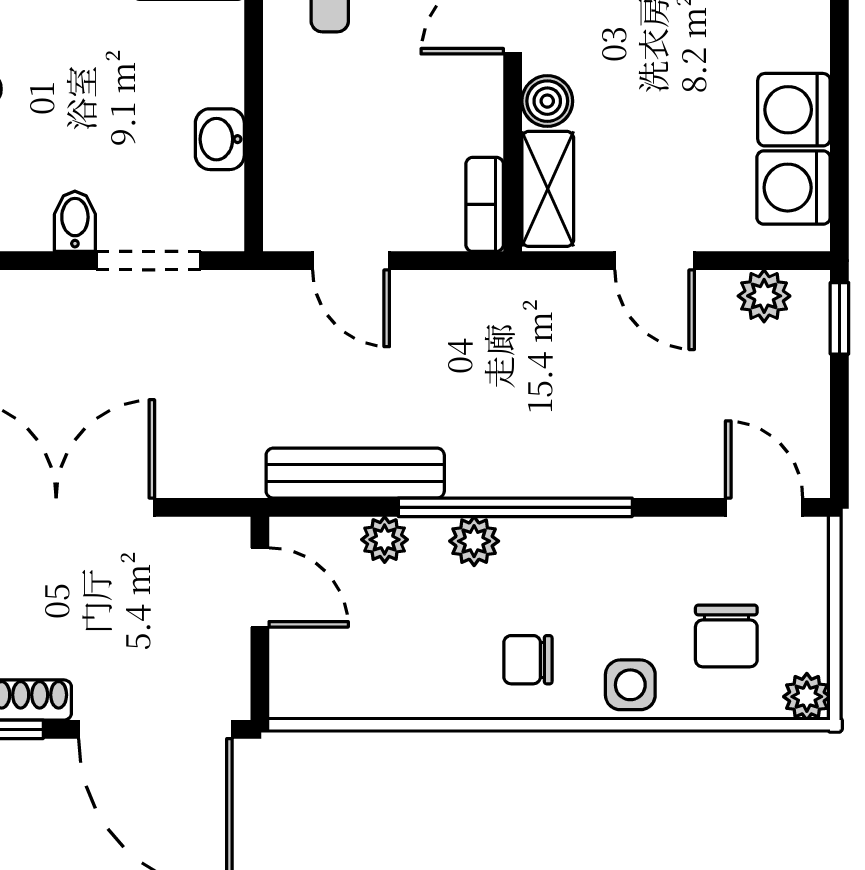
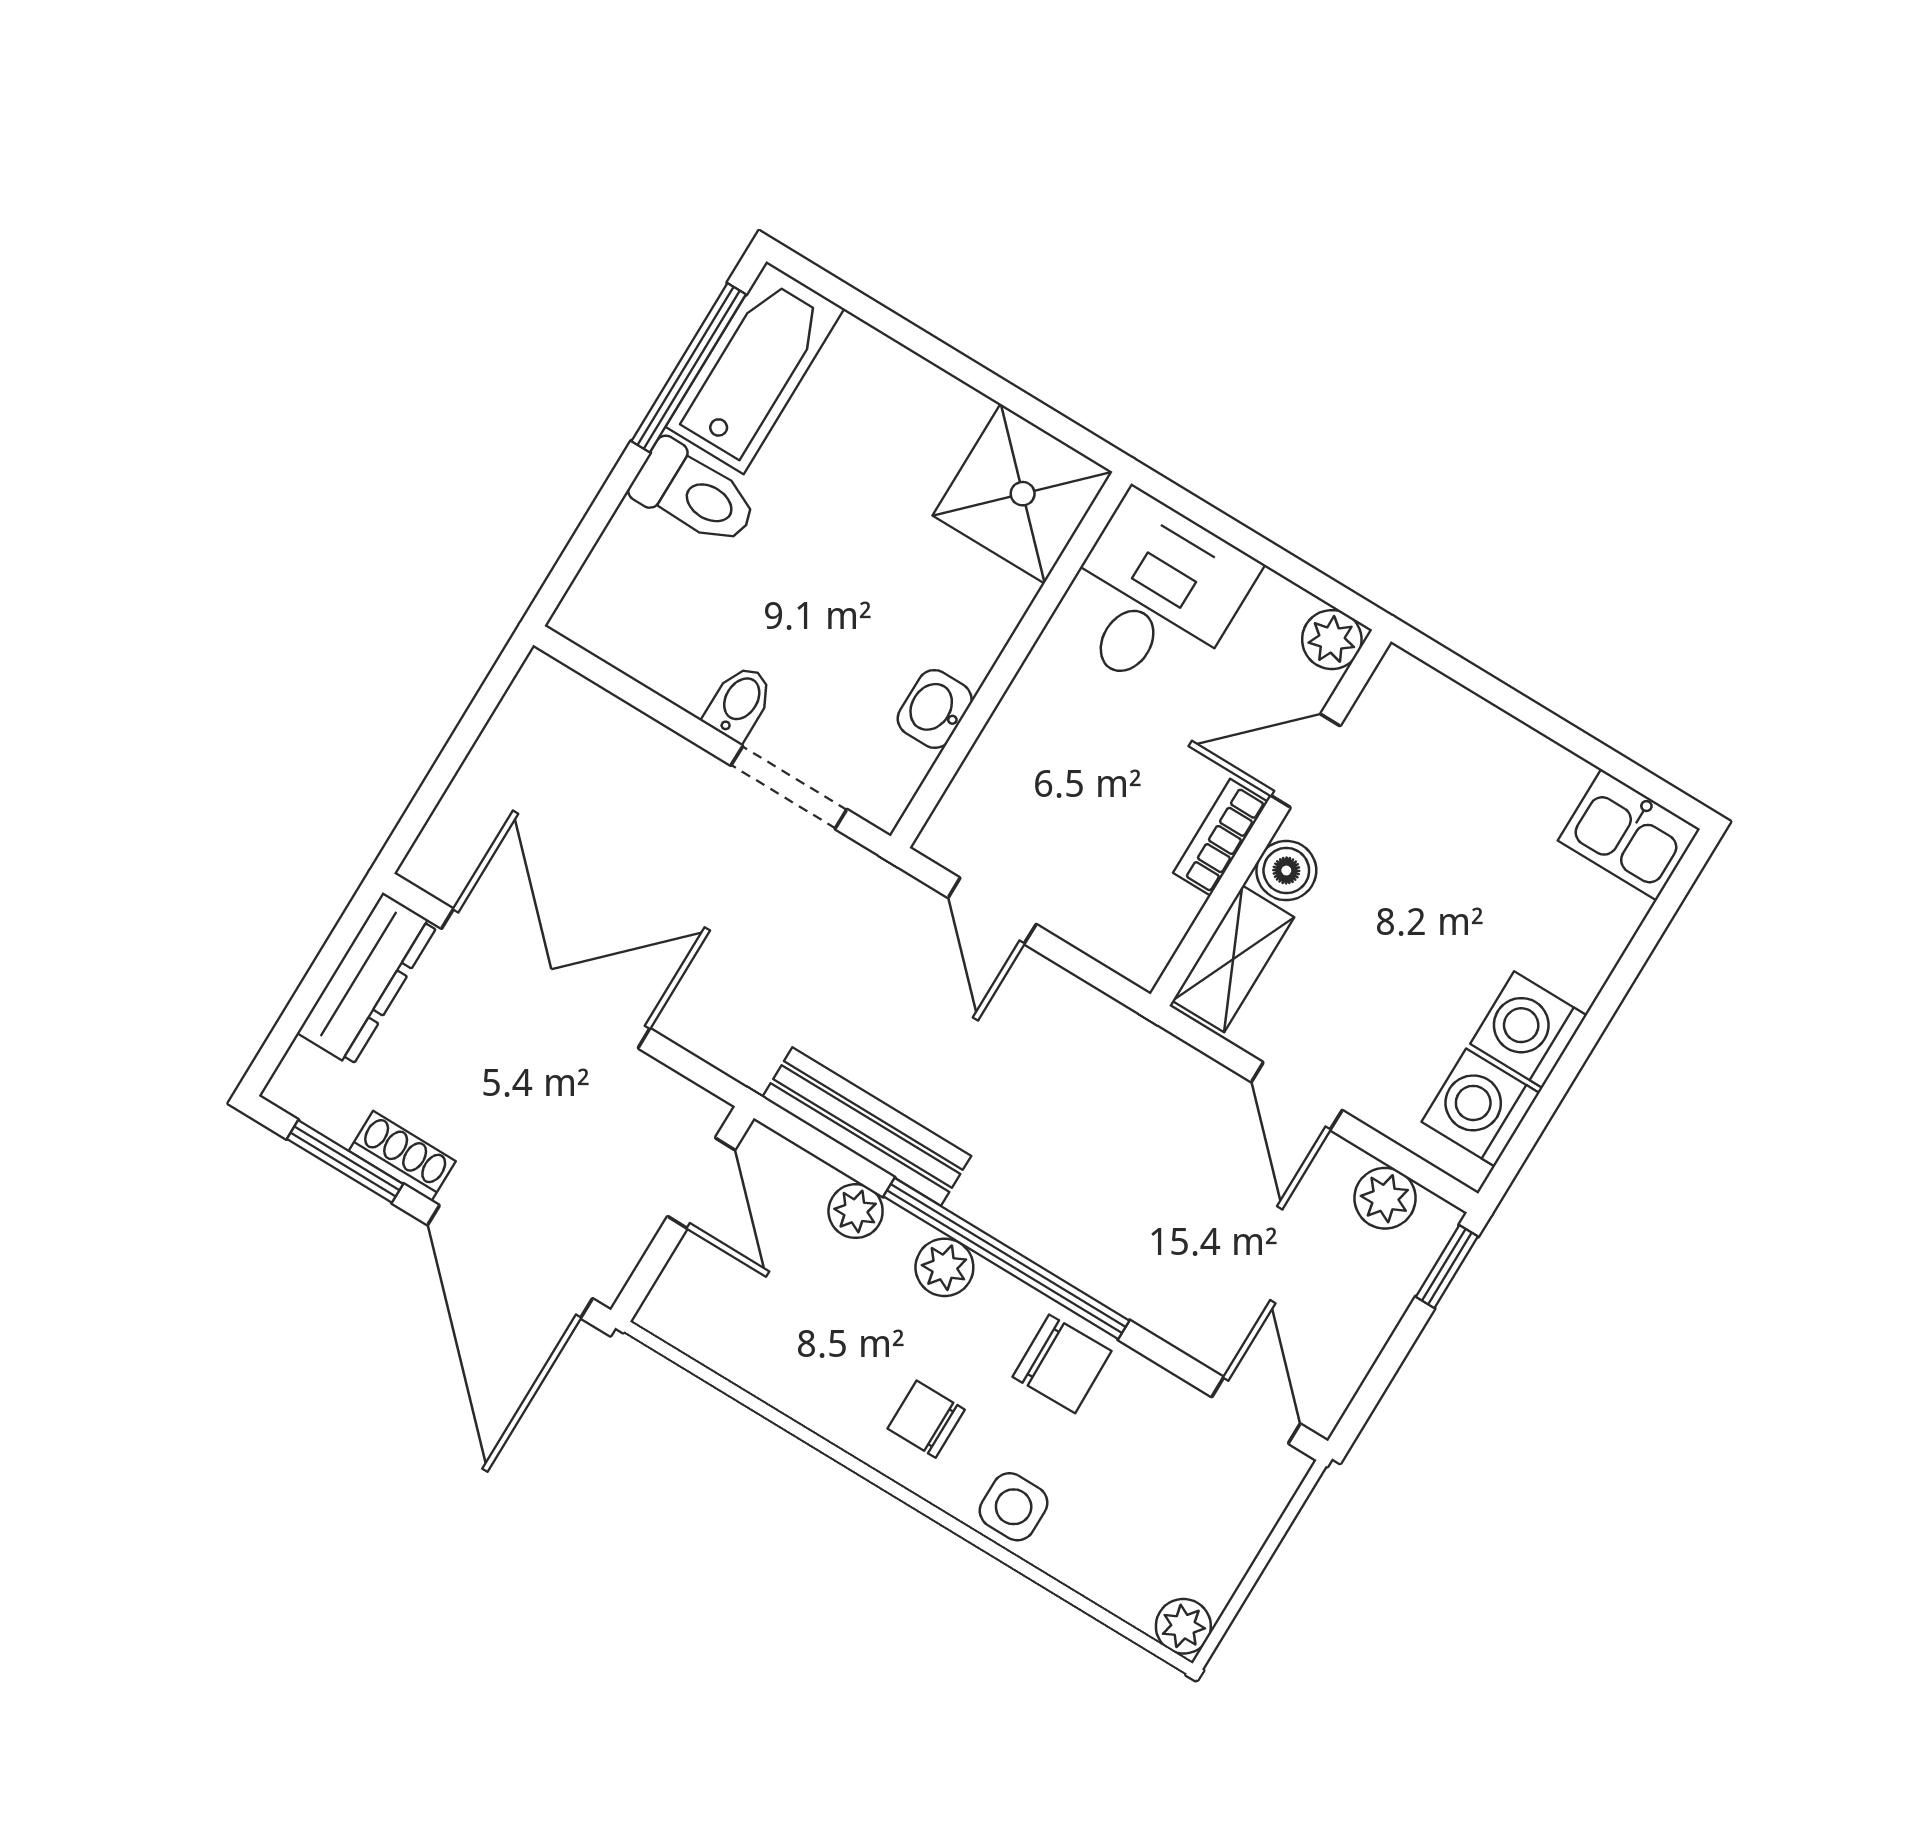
bookcase: (485, 204) -> (1220, 837), moved
chair: (726, 636) -> (1062, 1364), moved, turned -91

